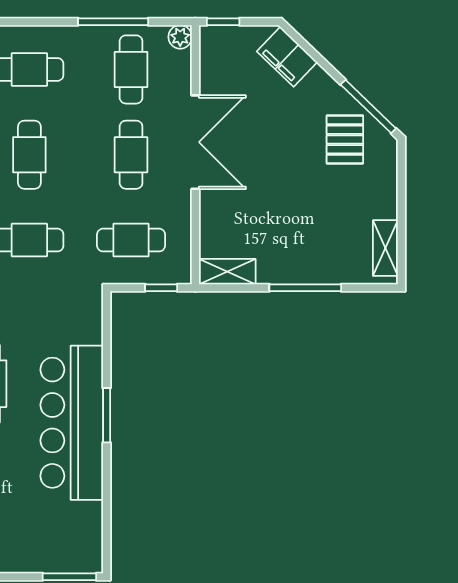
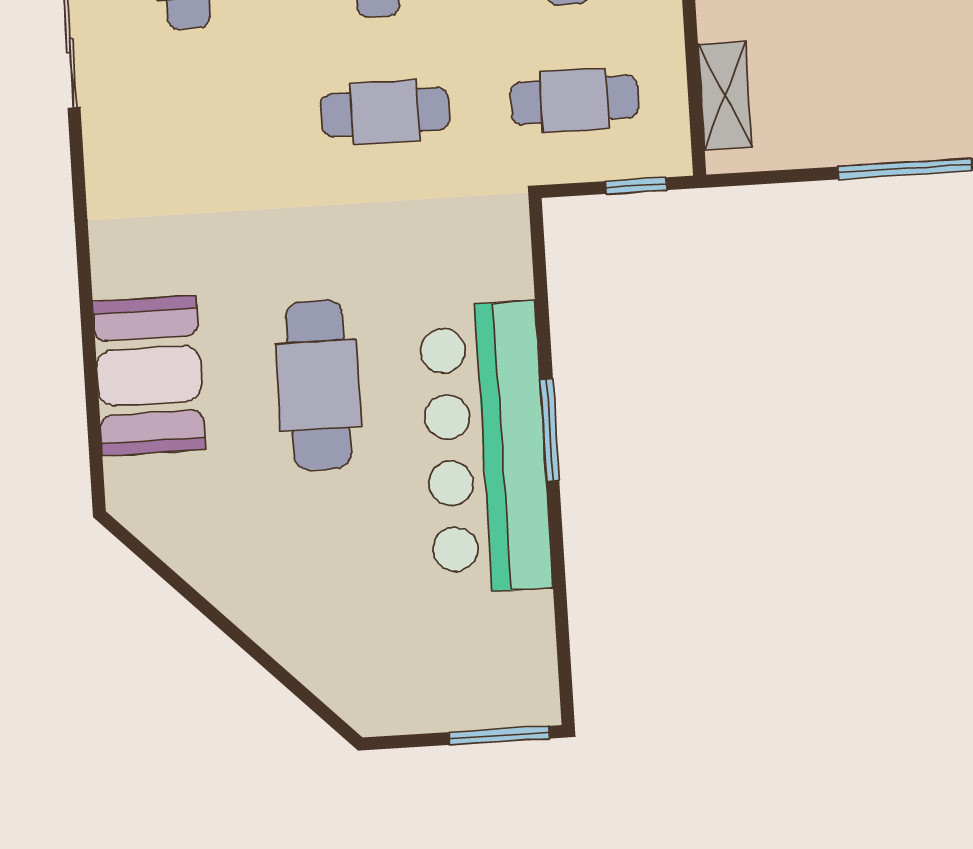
shelving: (227, 272) -> (725, 95), moved, turned 90

